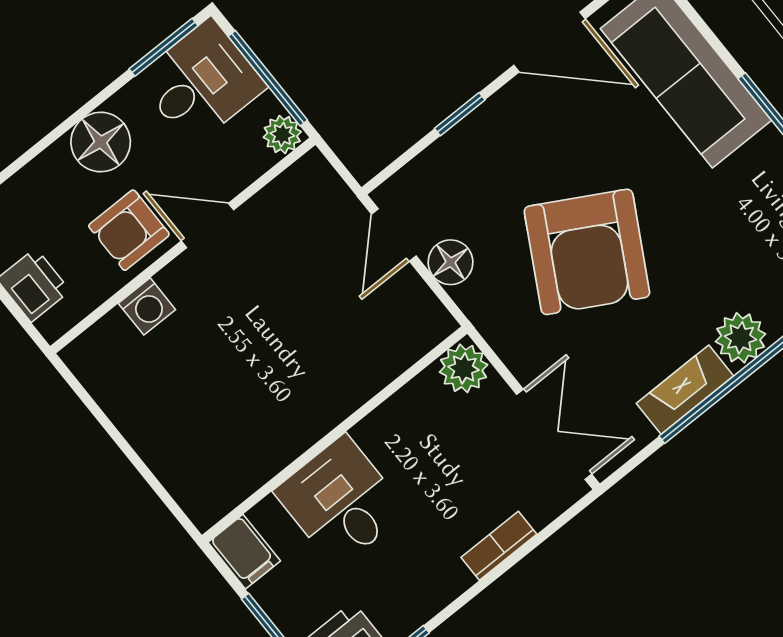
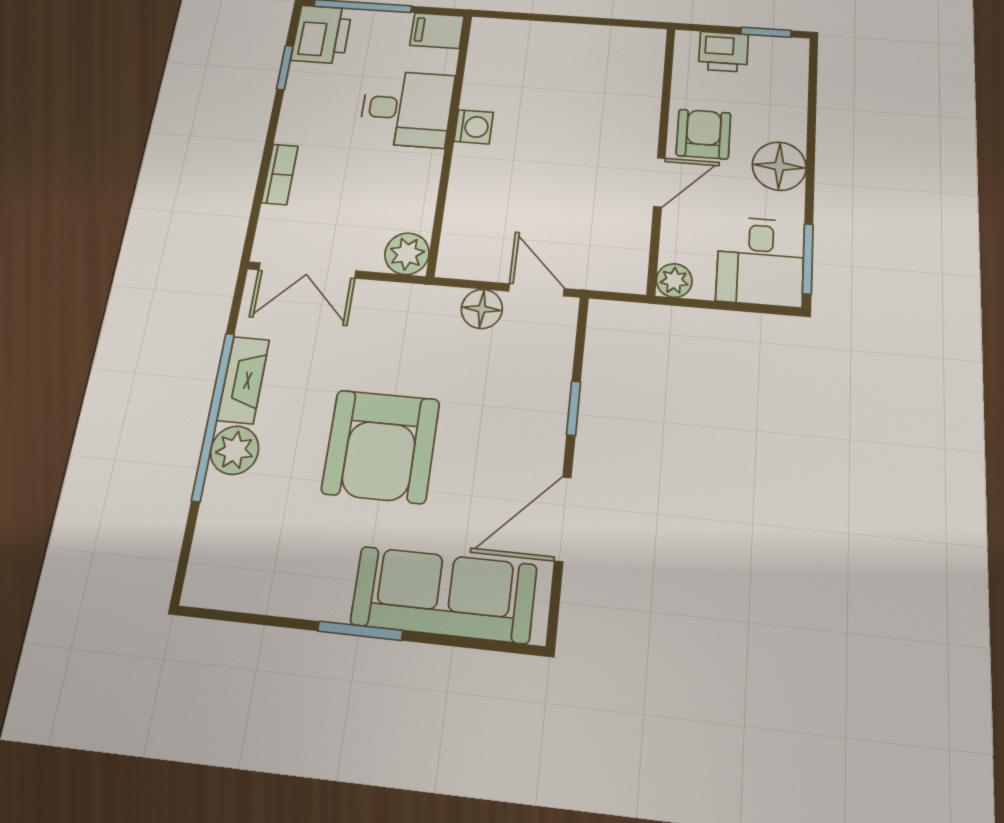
window: (268, 78) -> (722, 306), removed
armchair: (587, 252) -> (381, 446), moved, turned -119
washing machine: (147, 306) -> (474, 127), moved, turned 180

